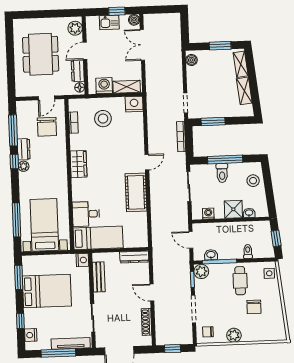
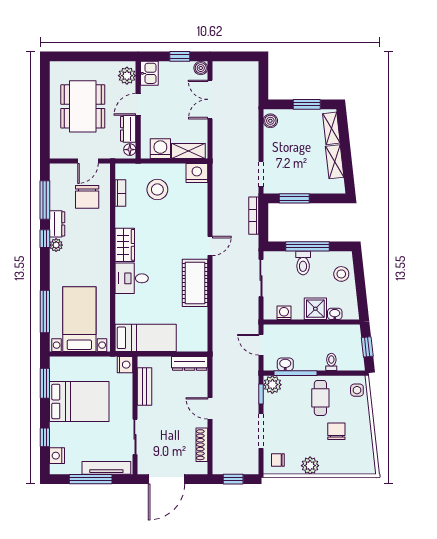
kitchen sink: (109, 22) -> (149, 73), moved, turned -90
desk: (86, 214) -> (132, 278), moved
chair: (254, 307) -> (336, 431), turned 180

